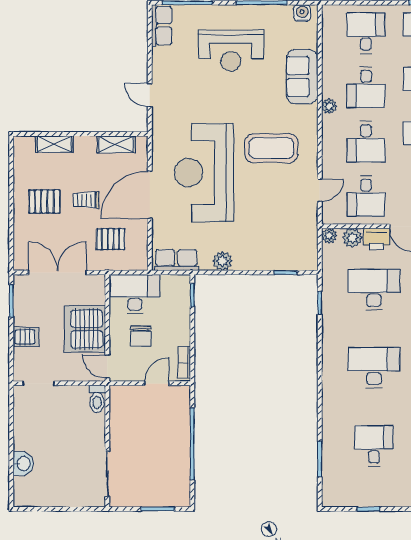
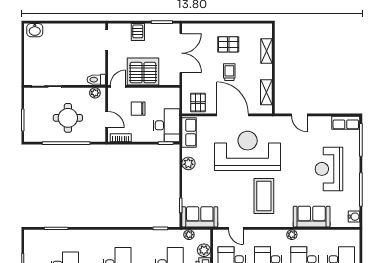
door: (150, 95) -> (299, 115), swing flipped
pallet: (44, 201) -> (228, 44), turned 90
plant: (329, 236) -> (189, 235), moved
pallet: (111, 239) -> (198, 103), moved
sofa: (302, 244) -> (200, 217), added
desk: (135, 294) -> (166, 125), moved
plant: (117, 401) -> (95, 93), added
round table: (154, 441) -> (68, 118), added
washbasin: (23, 464) -> (35, 30), moved

